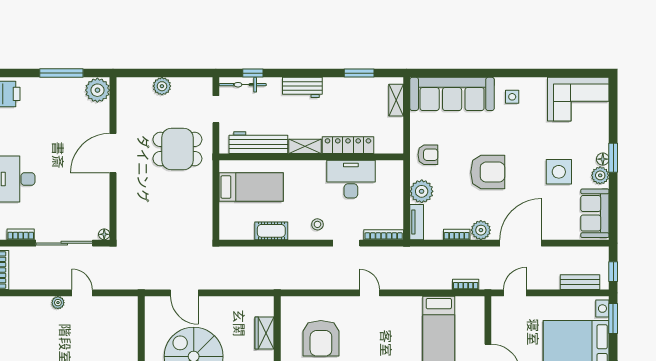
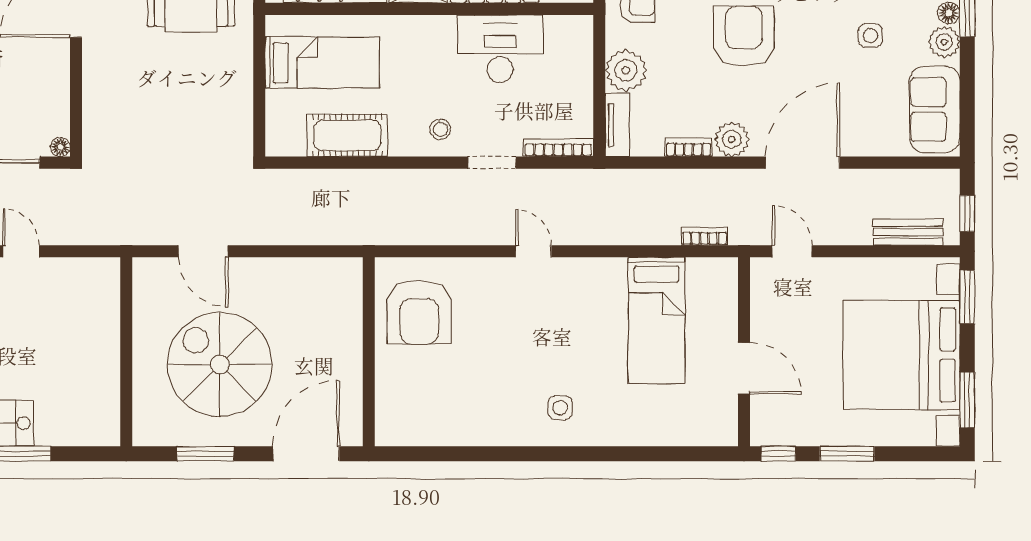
armchair: (488, 172) -> (744, 36), turned -90
side table: (559, 172) -> (870, 36), width x0.54, depth x0.54
cot: (271, 231) -> (347, 135), width x1.37, depth x1.34
door: (515, 293) -> (792, 251), hinge flipped
wardrobe: (265, 333) -> (346, 323), removed
armchair: (321, 338) -> (419, 312), moved

